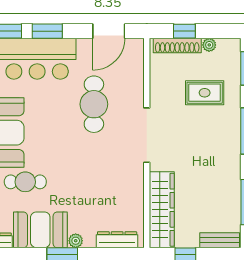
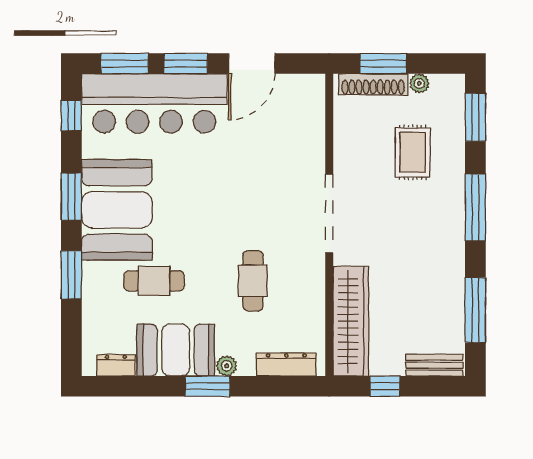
door: (109, 31) -> (252, 64), moved
window: (184, 31) -> (383, 64), width x1.50
rug: (205, 93) -> (413, 152), turned 90
cafe table: (94, 104) -> (253, 281), moved, width x0.73, depth x0.74

